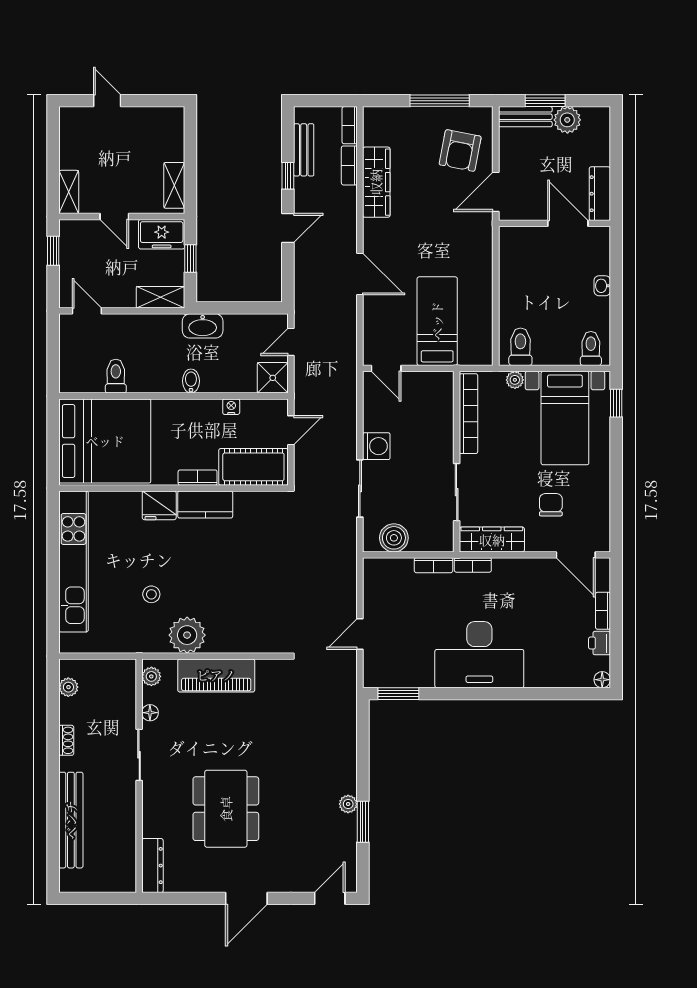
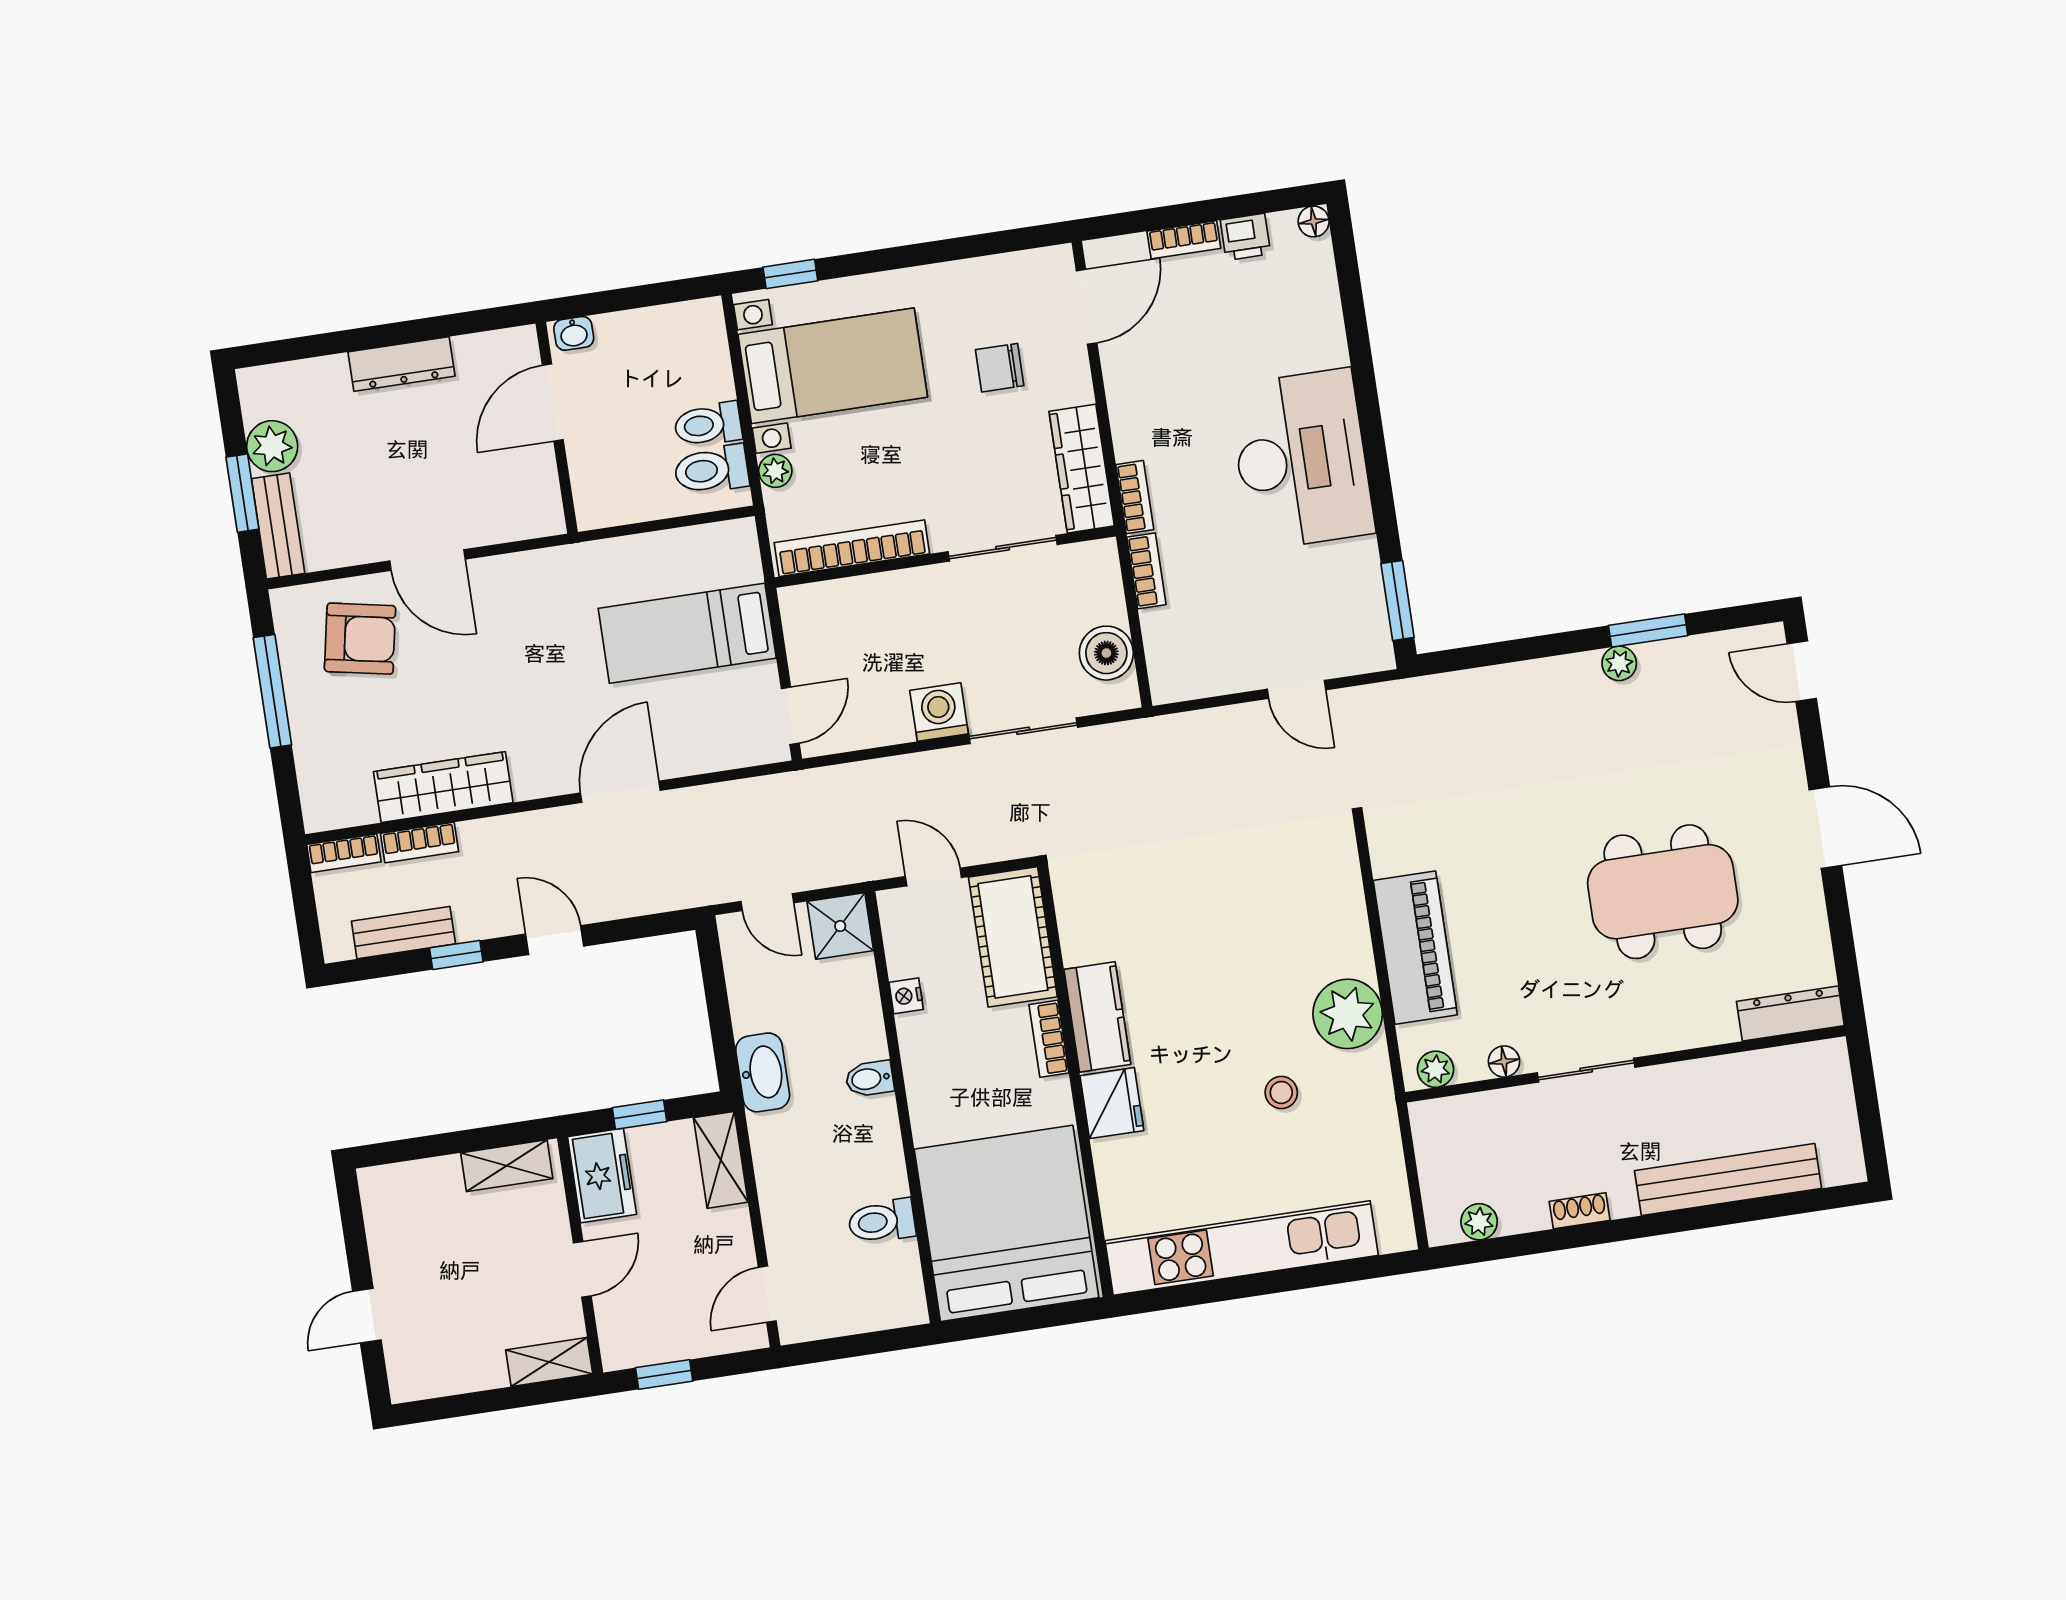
wall: (554, 223) -> (557, 428), moved
door: (568, 223) -> (553, 402), moved
toilet: (591, 348) -> (708, 425), moved

